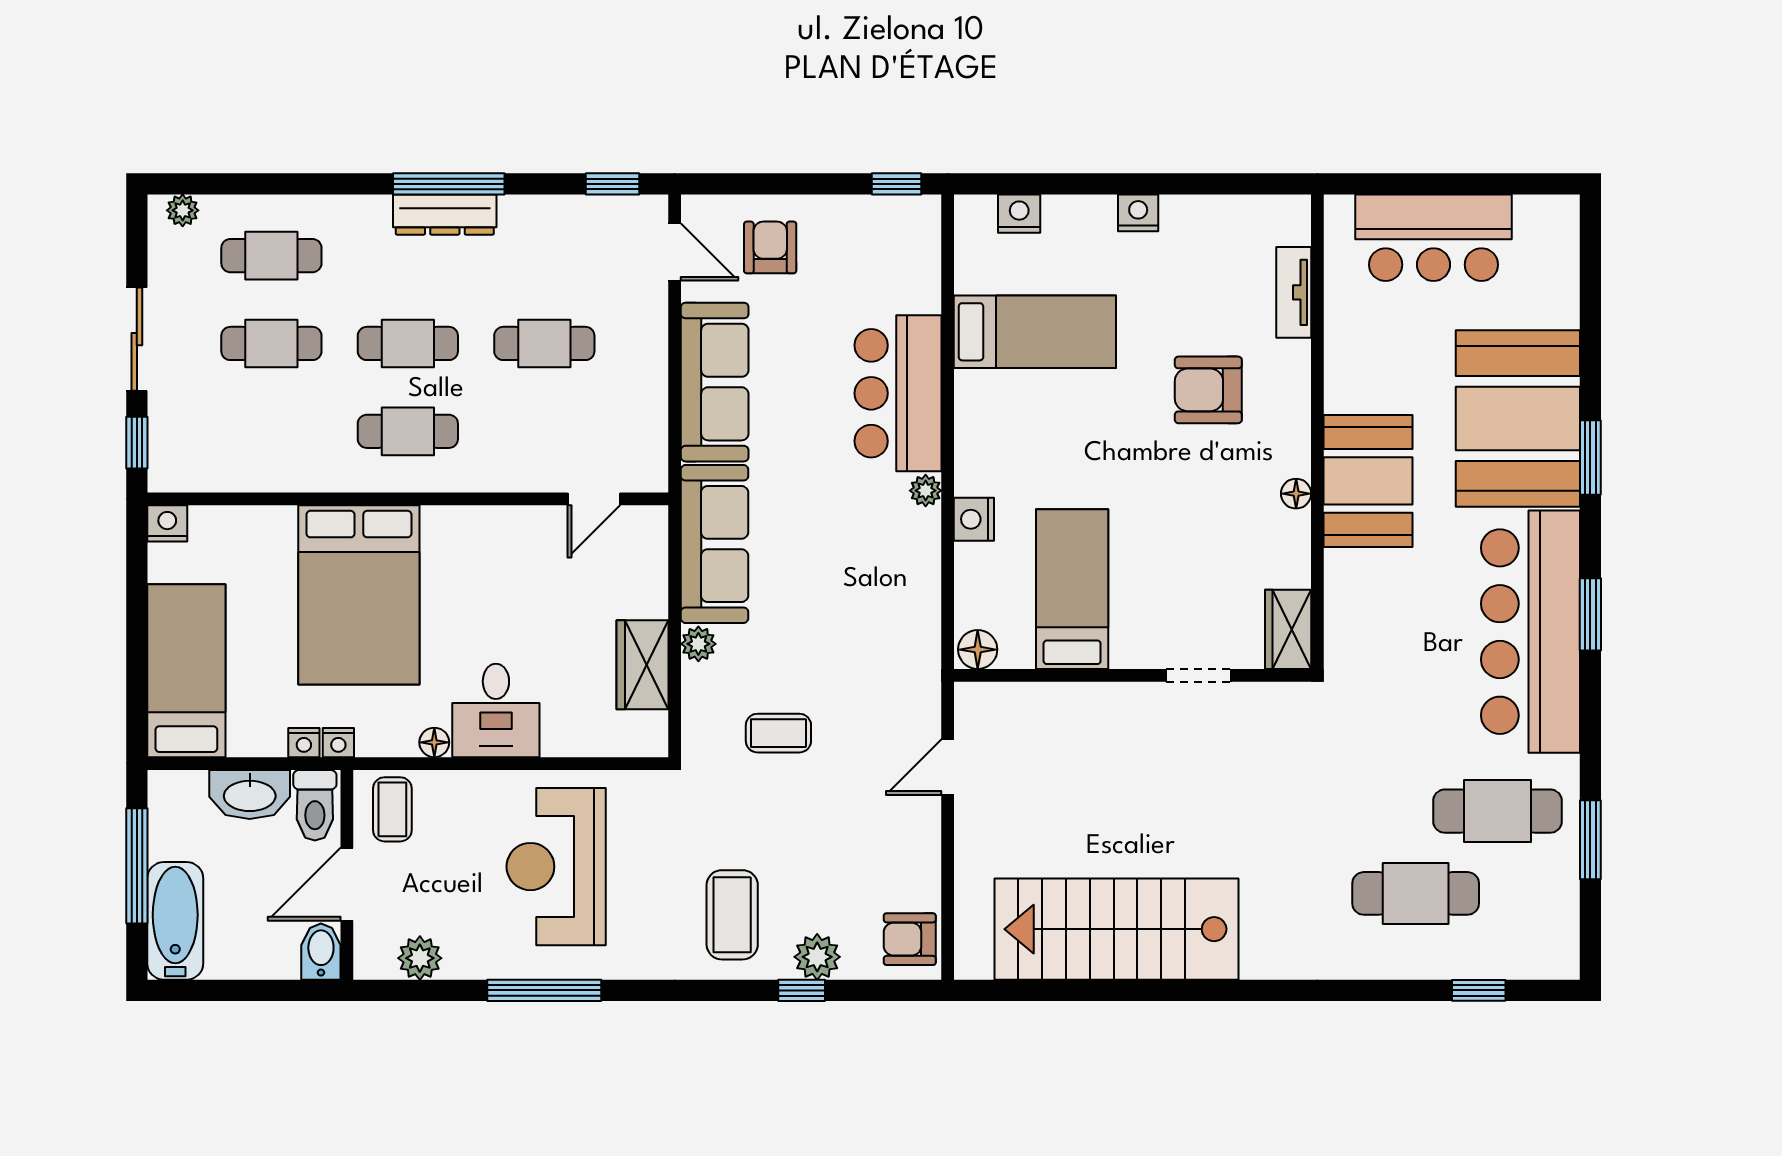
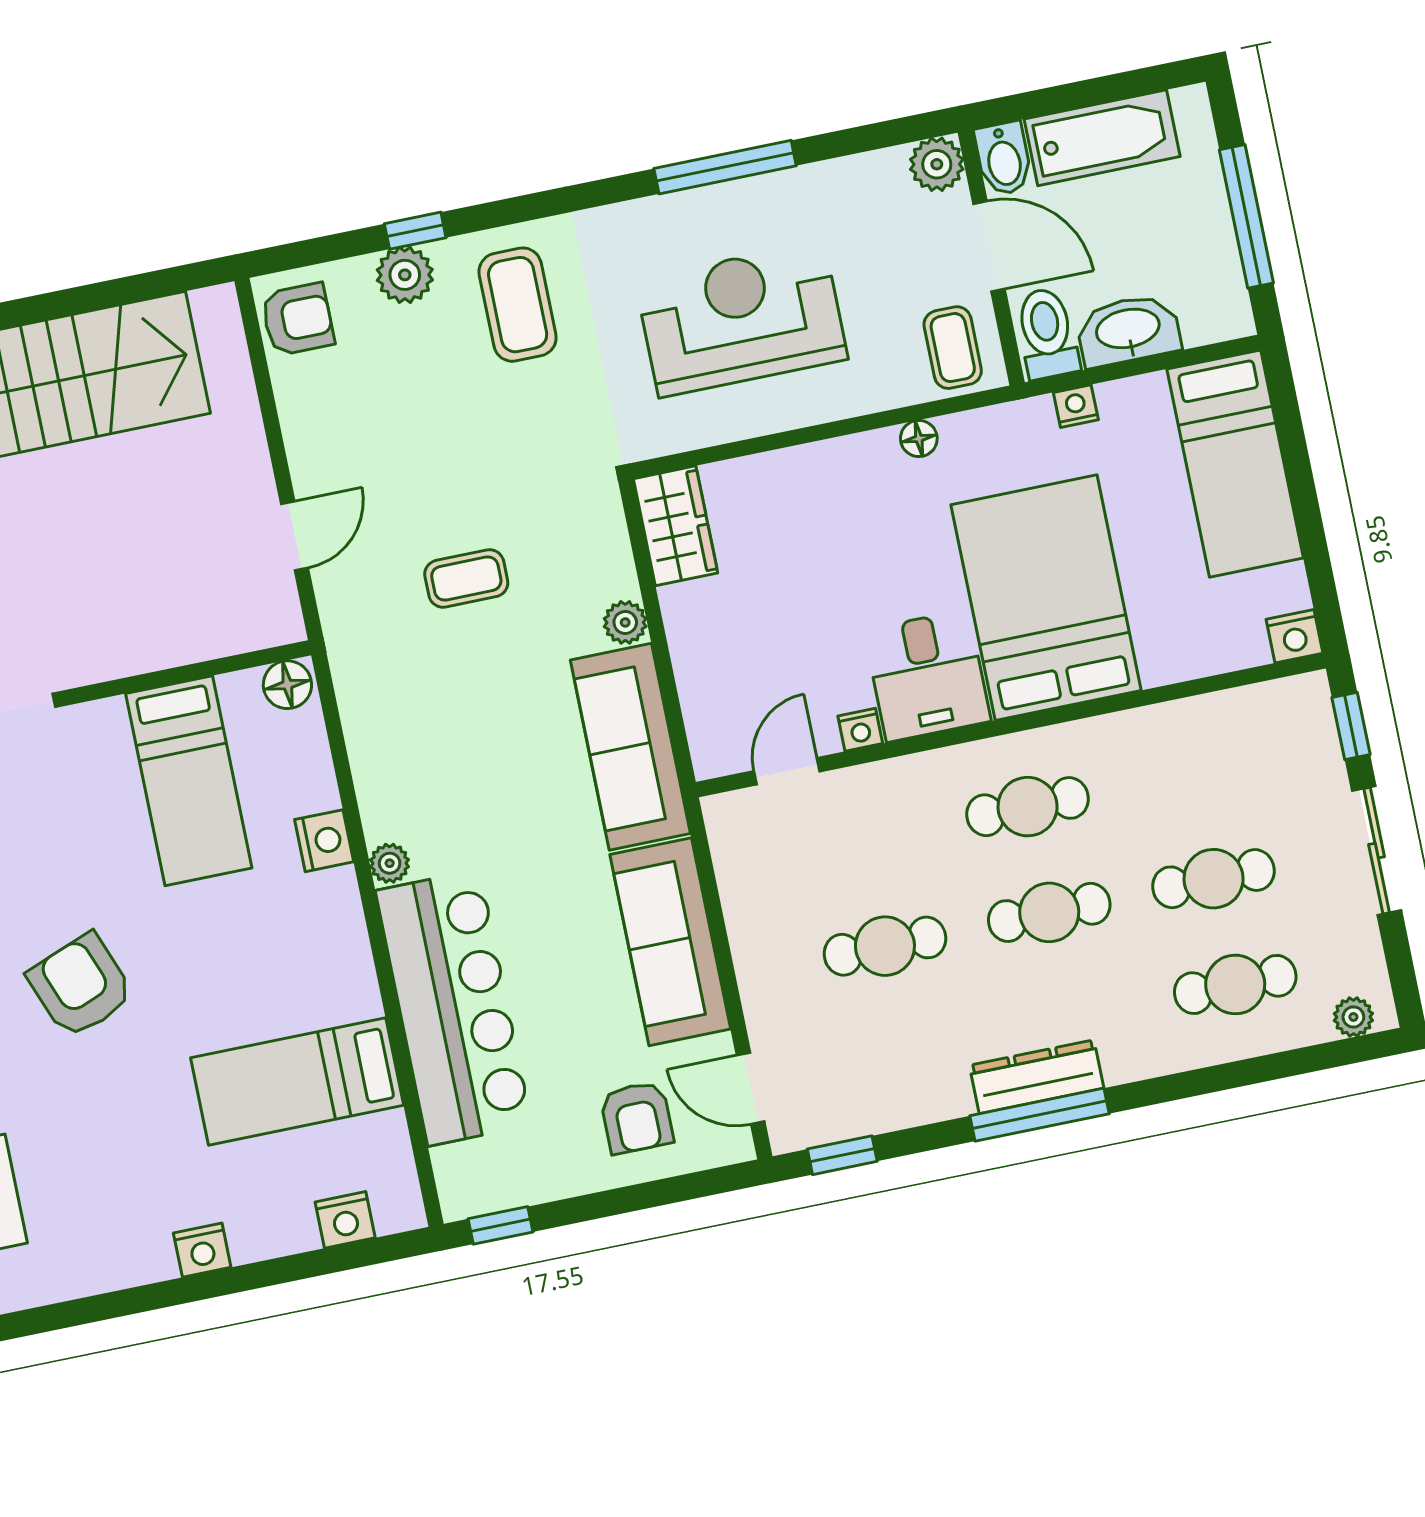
armchair: (1208, 390) -> (81, 986), moved, turned -111
bar counter: (898, 393) -> (454, 1008), width x1.36
wardrobe: (642, 665) -> (676, 526), moved
desk: (496, 710) -> (927, 676), moved, turned 180
coffee table: (778, 733) -> (466, 578), moved
nightstand: (338, 743) -> (860, 730), moved, turned 180
reception desk: (556, 867) -> (741, 319), turned -90
door: (347, 884) -> (989, 246), hinge flipped
bathtub: (175, 921) -> (1102, 138), moved, turned -90
plant: (420, 958) -> (937, 164), moved

